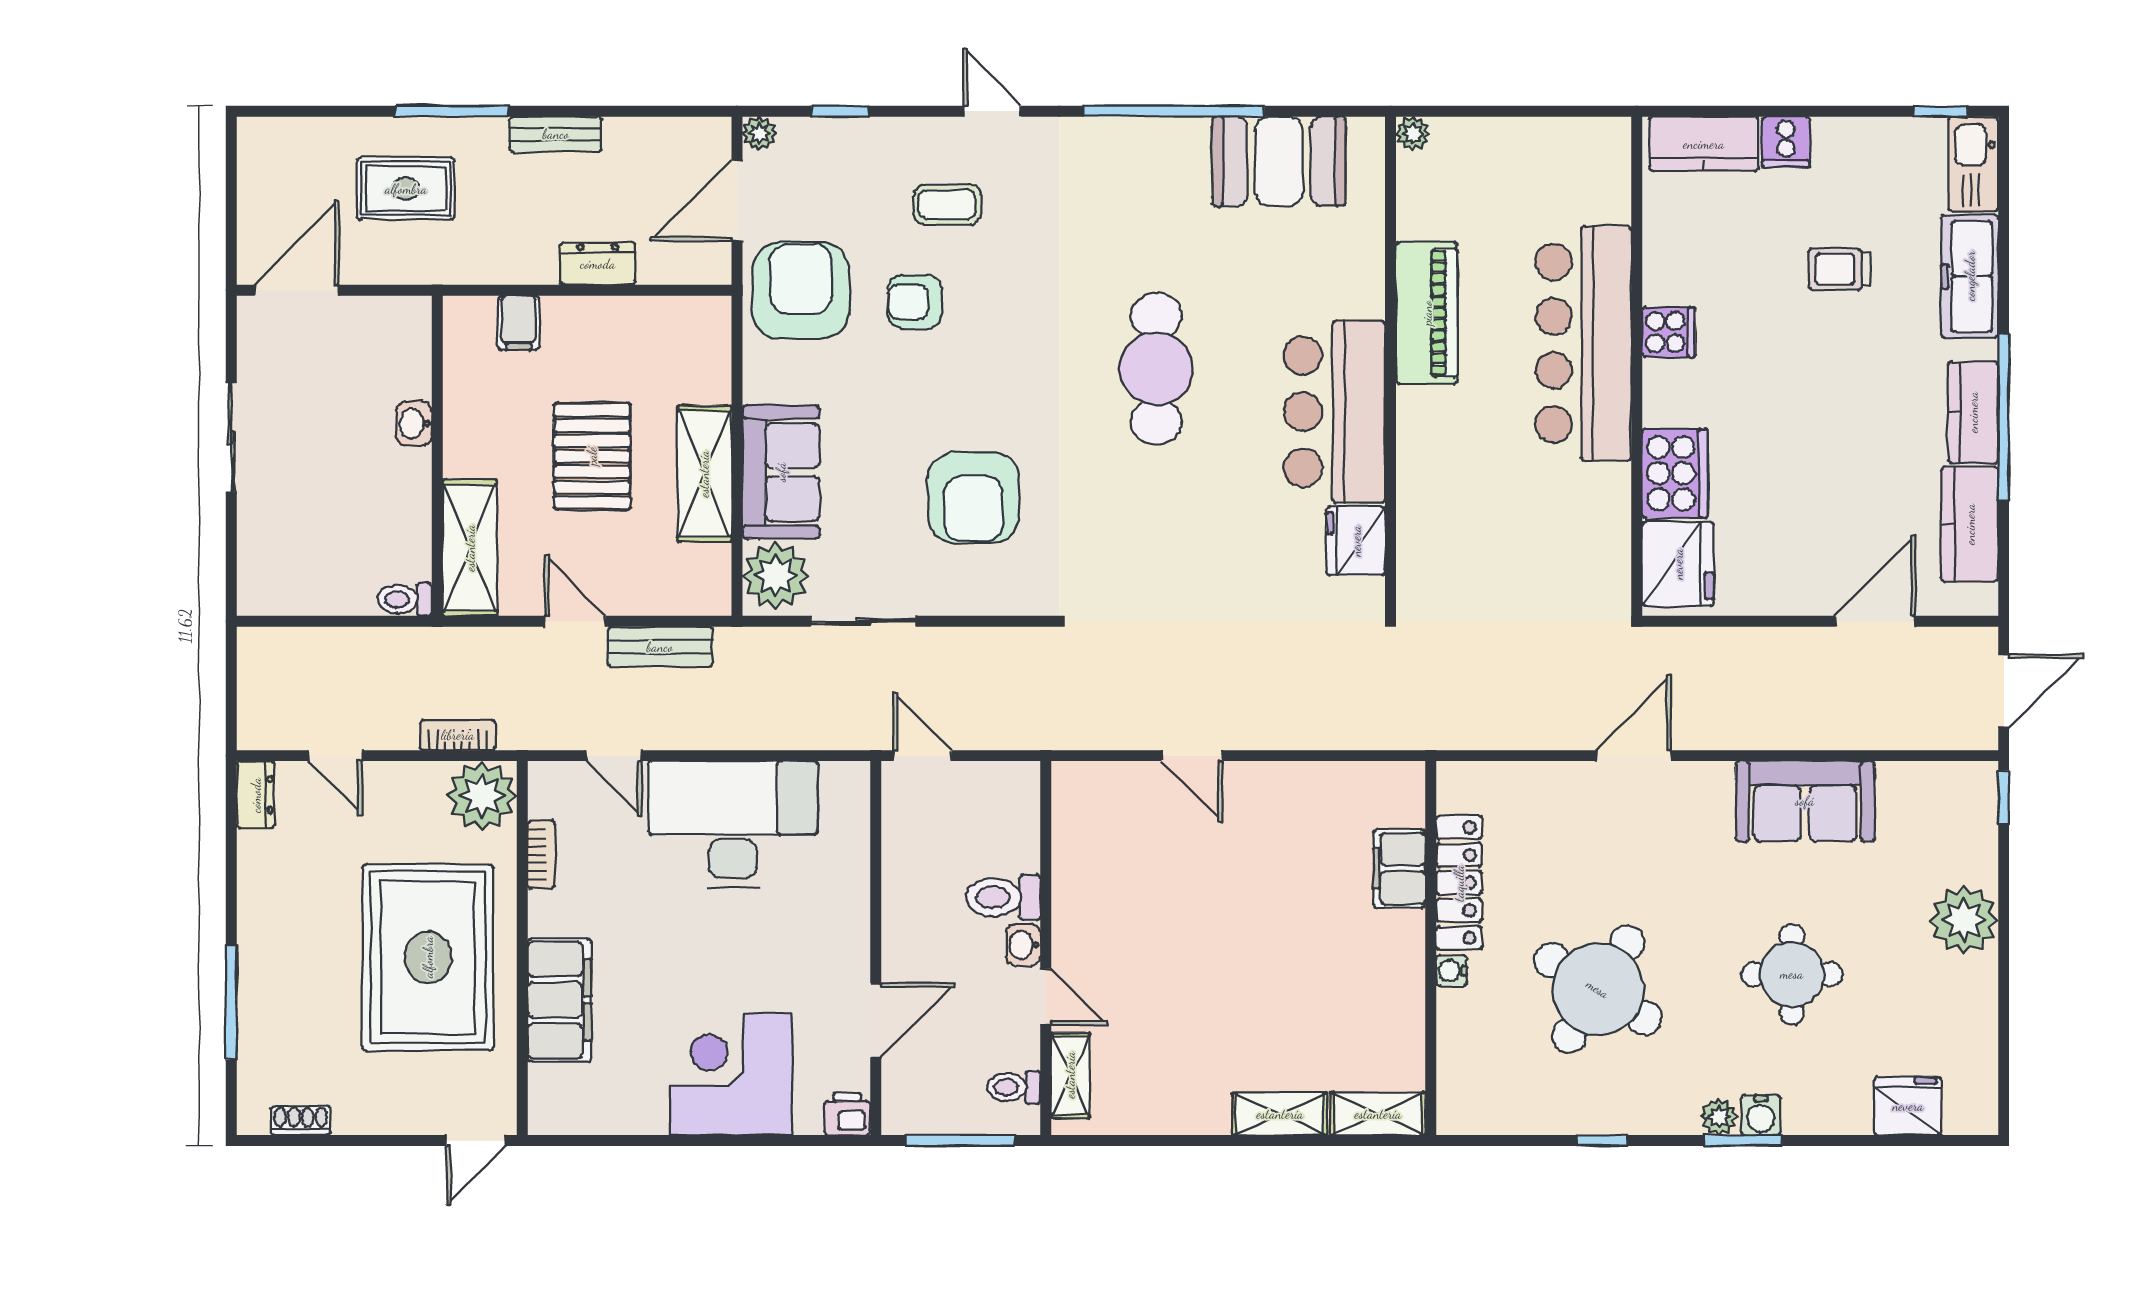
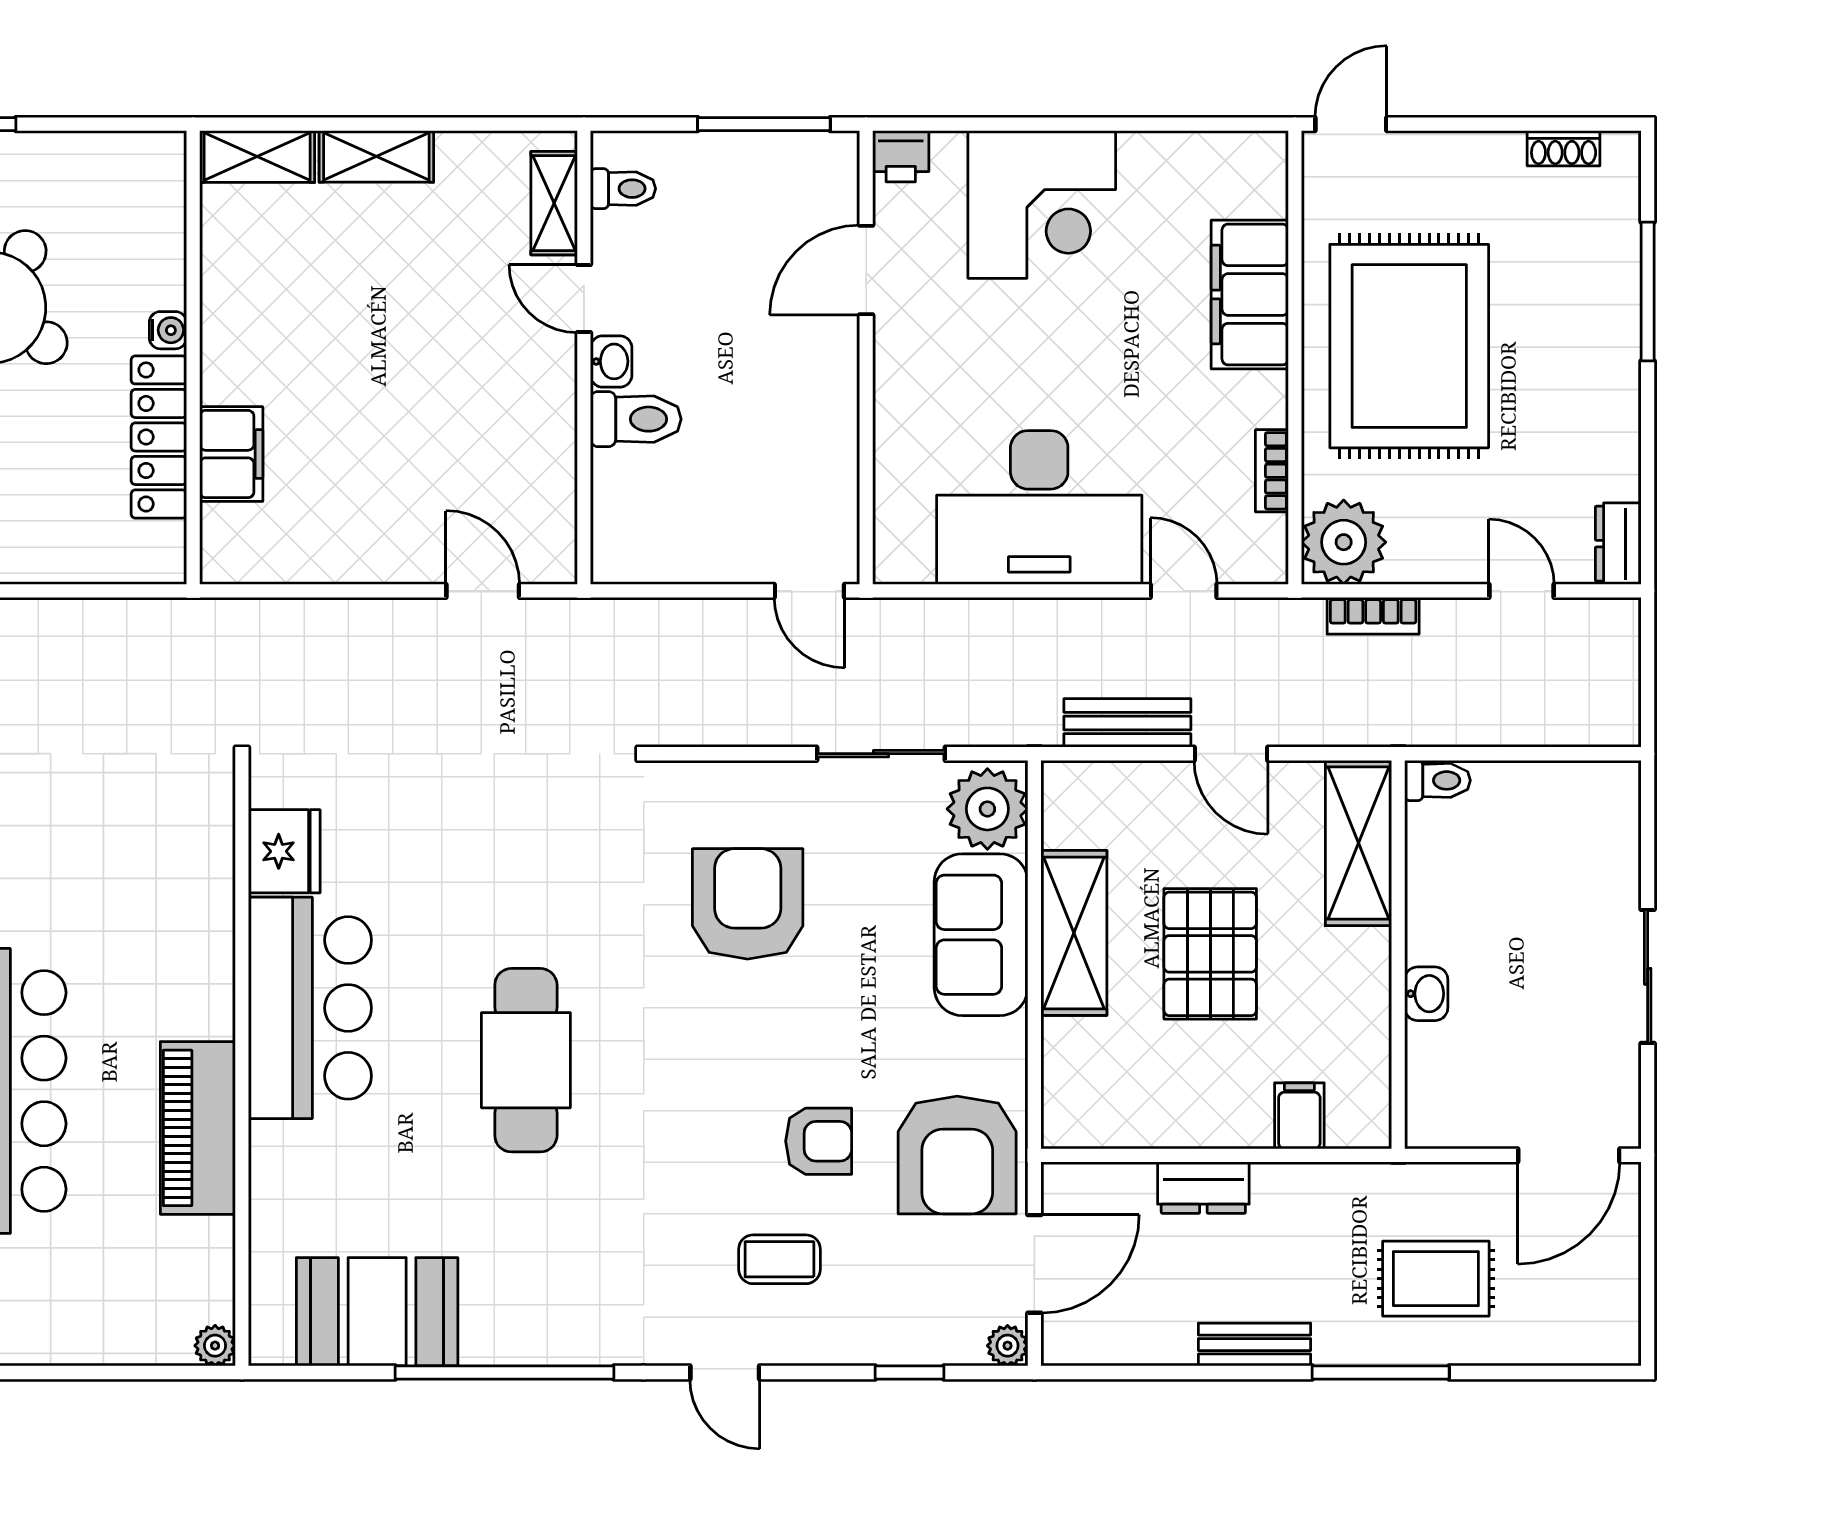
toilet: (1003, 897) -> (636, 419), moved
washbasin: (1023, 945) -> (611, 361), moved
wall: (1046, 948) -> (584, 358), moved
door: (1046, 997) -> (584, 299), moved
shelving: (1070, 1075) -> (554, 203), moved
toilet: (1014, 1087) -> (623, 189), moved

